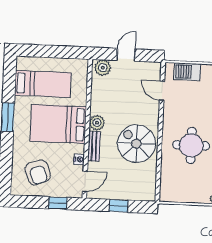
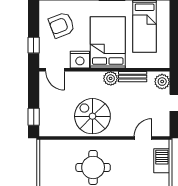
spiral stairs: (136, 144) -> (92, 116), turned -90
bench: (94, 146) -> (133, 77), moved
nightstand: (79, 159) -> (80, 60), width x1.89, depth x1.79
window: (119, 206) -> (34, 117), moved

